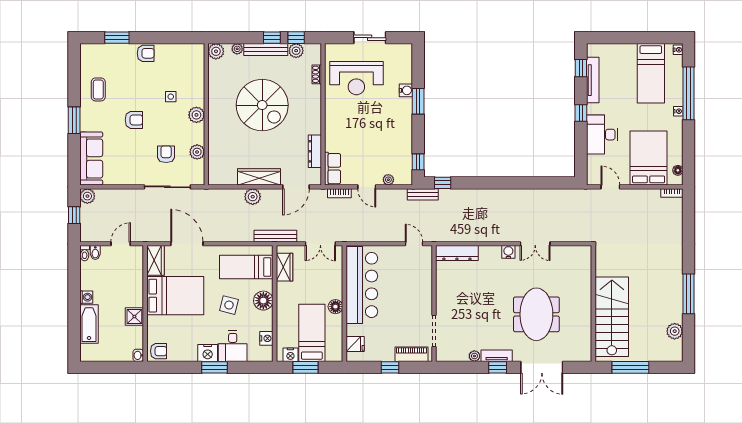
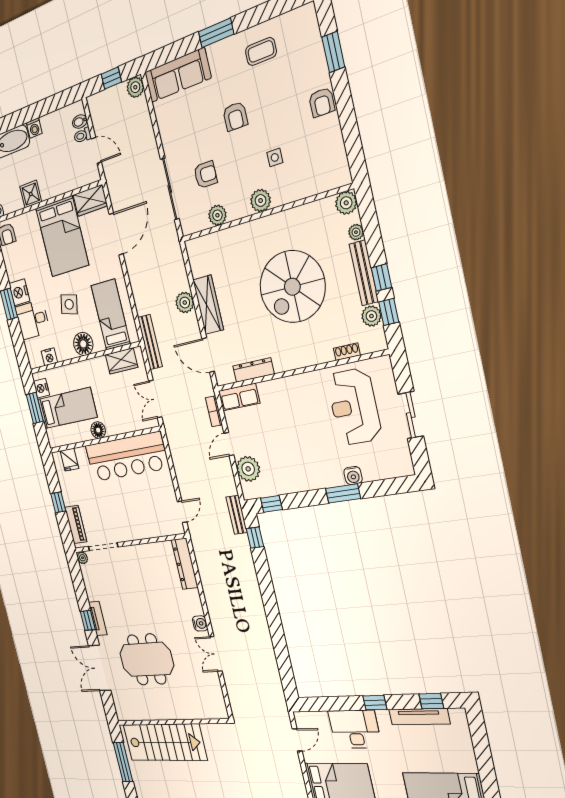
plant: (388, 180) -> (248, 469), width x1.87, depth x1.87
toilet: (85, 253) -> (82, 135), moved
plant: (474, 356) -> (82, 558), moved

